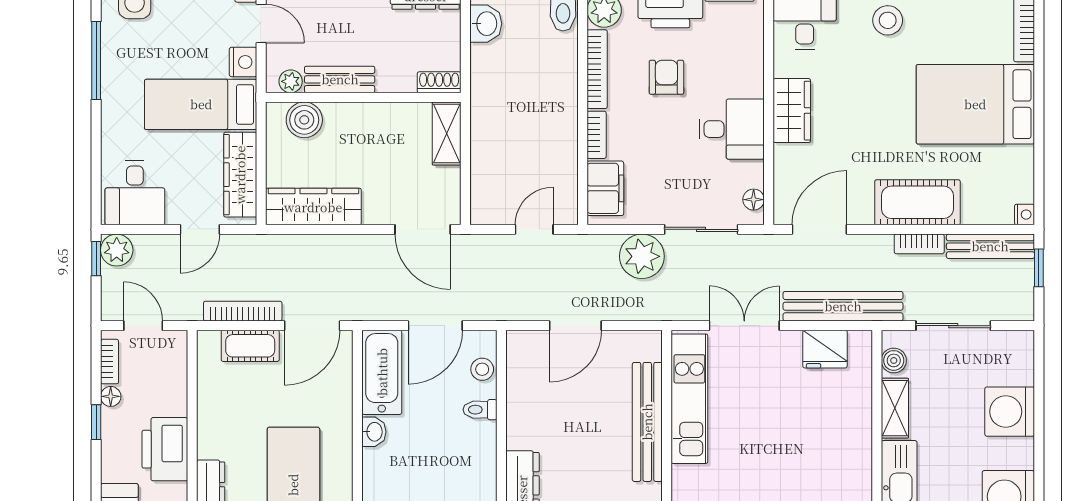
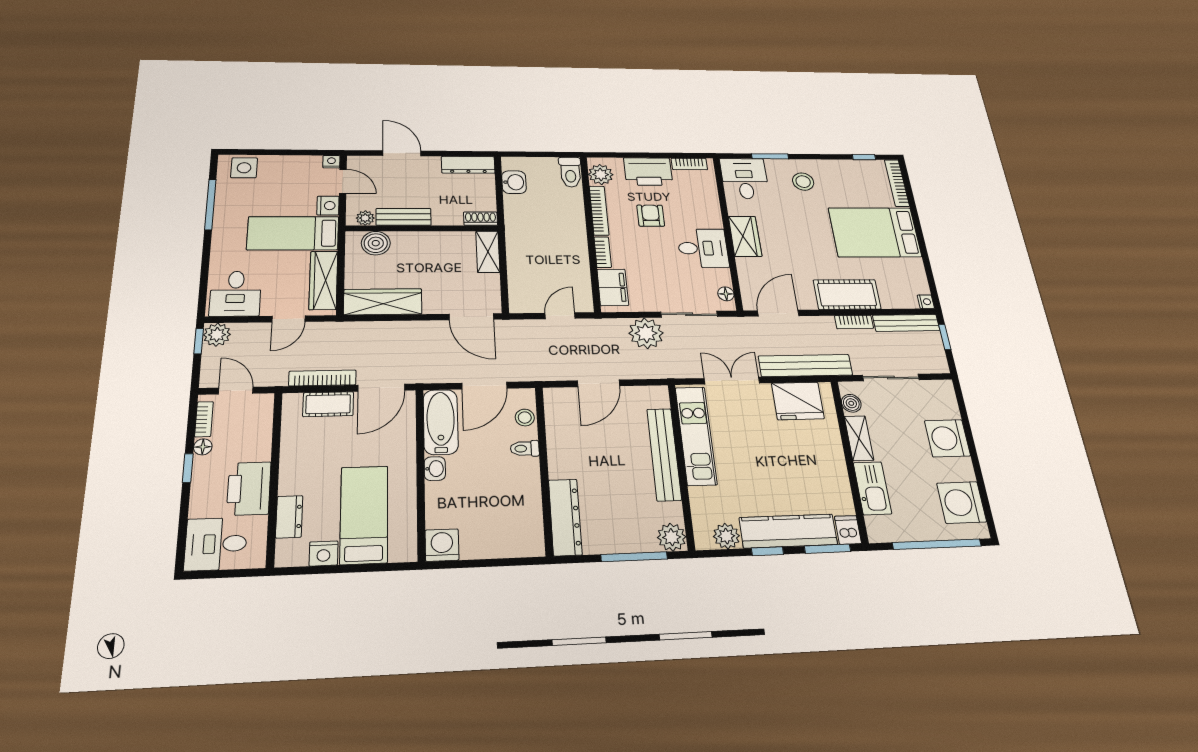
fridge: (825, 349) -> (798, 401), width x1.36, depth x1.34

